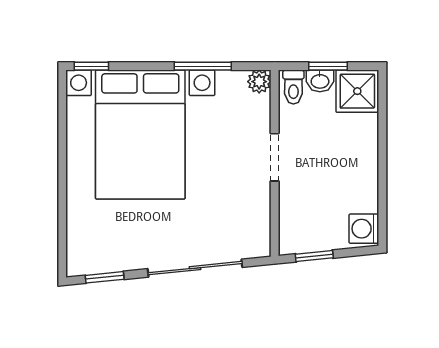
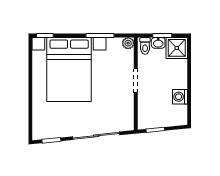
washing machine: (364, 229) -> (180, 97), moved

